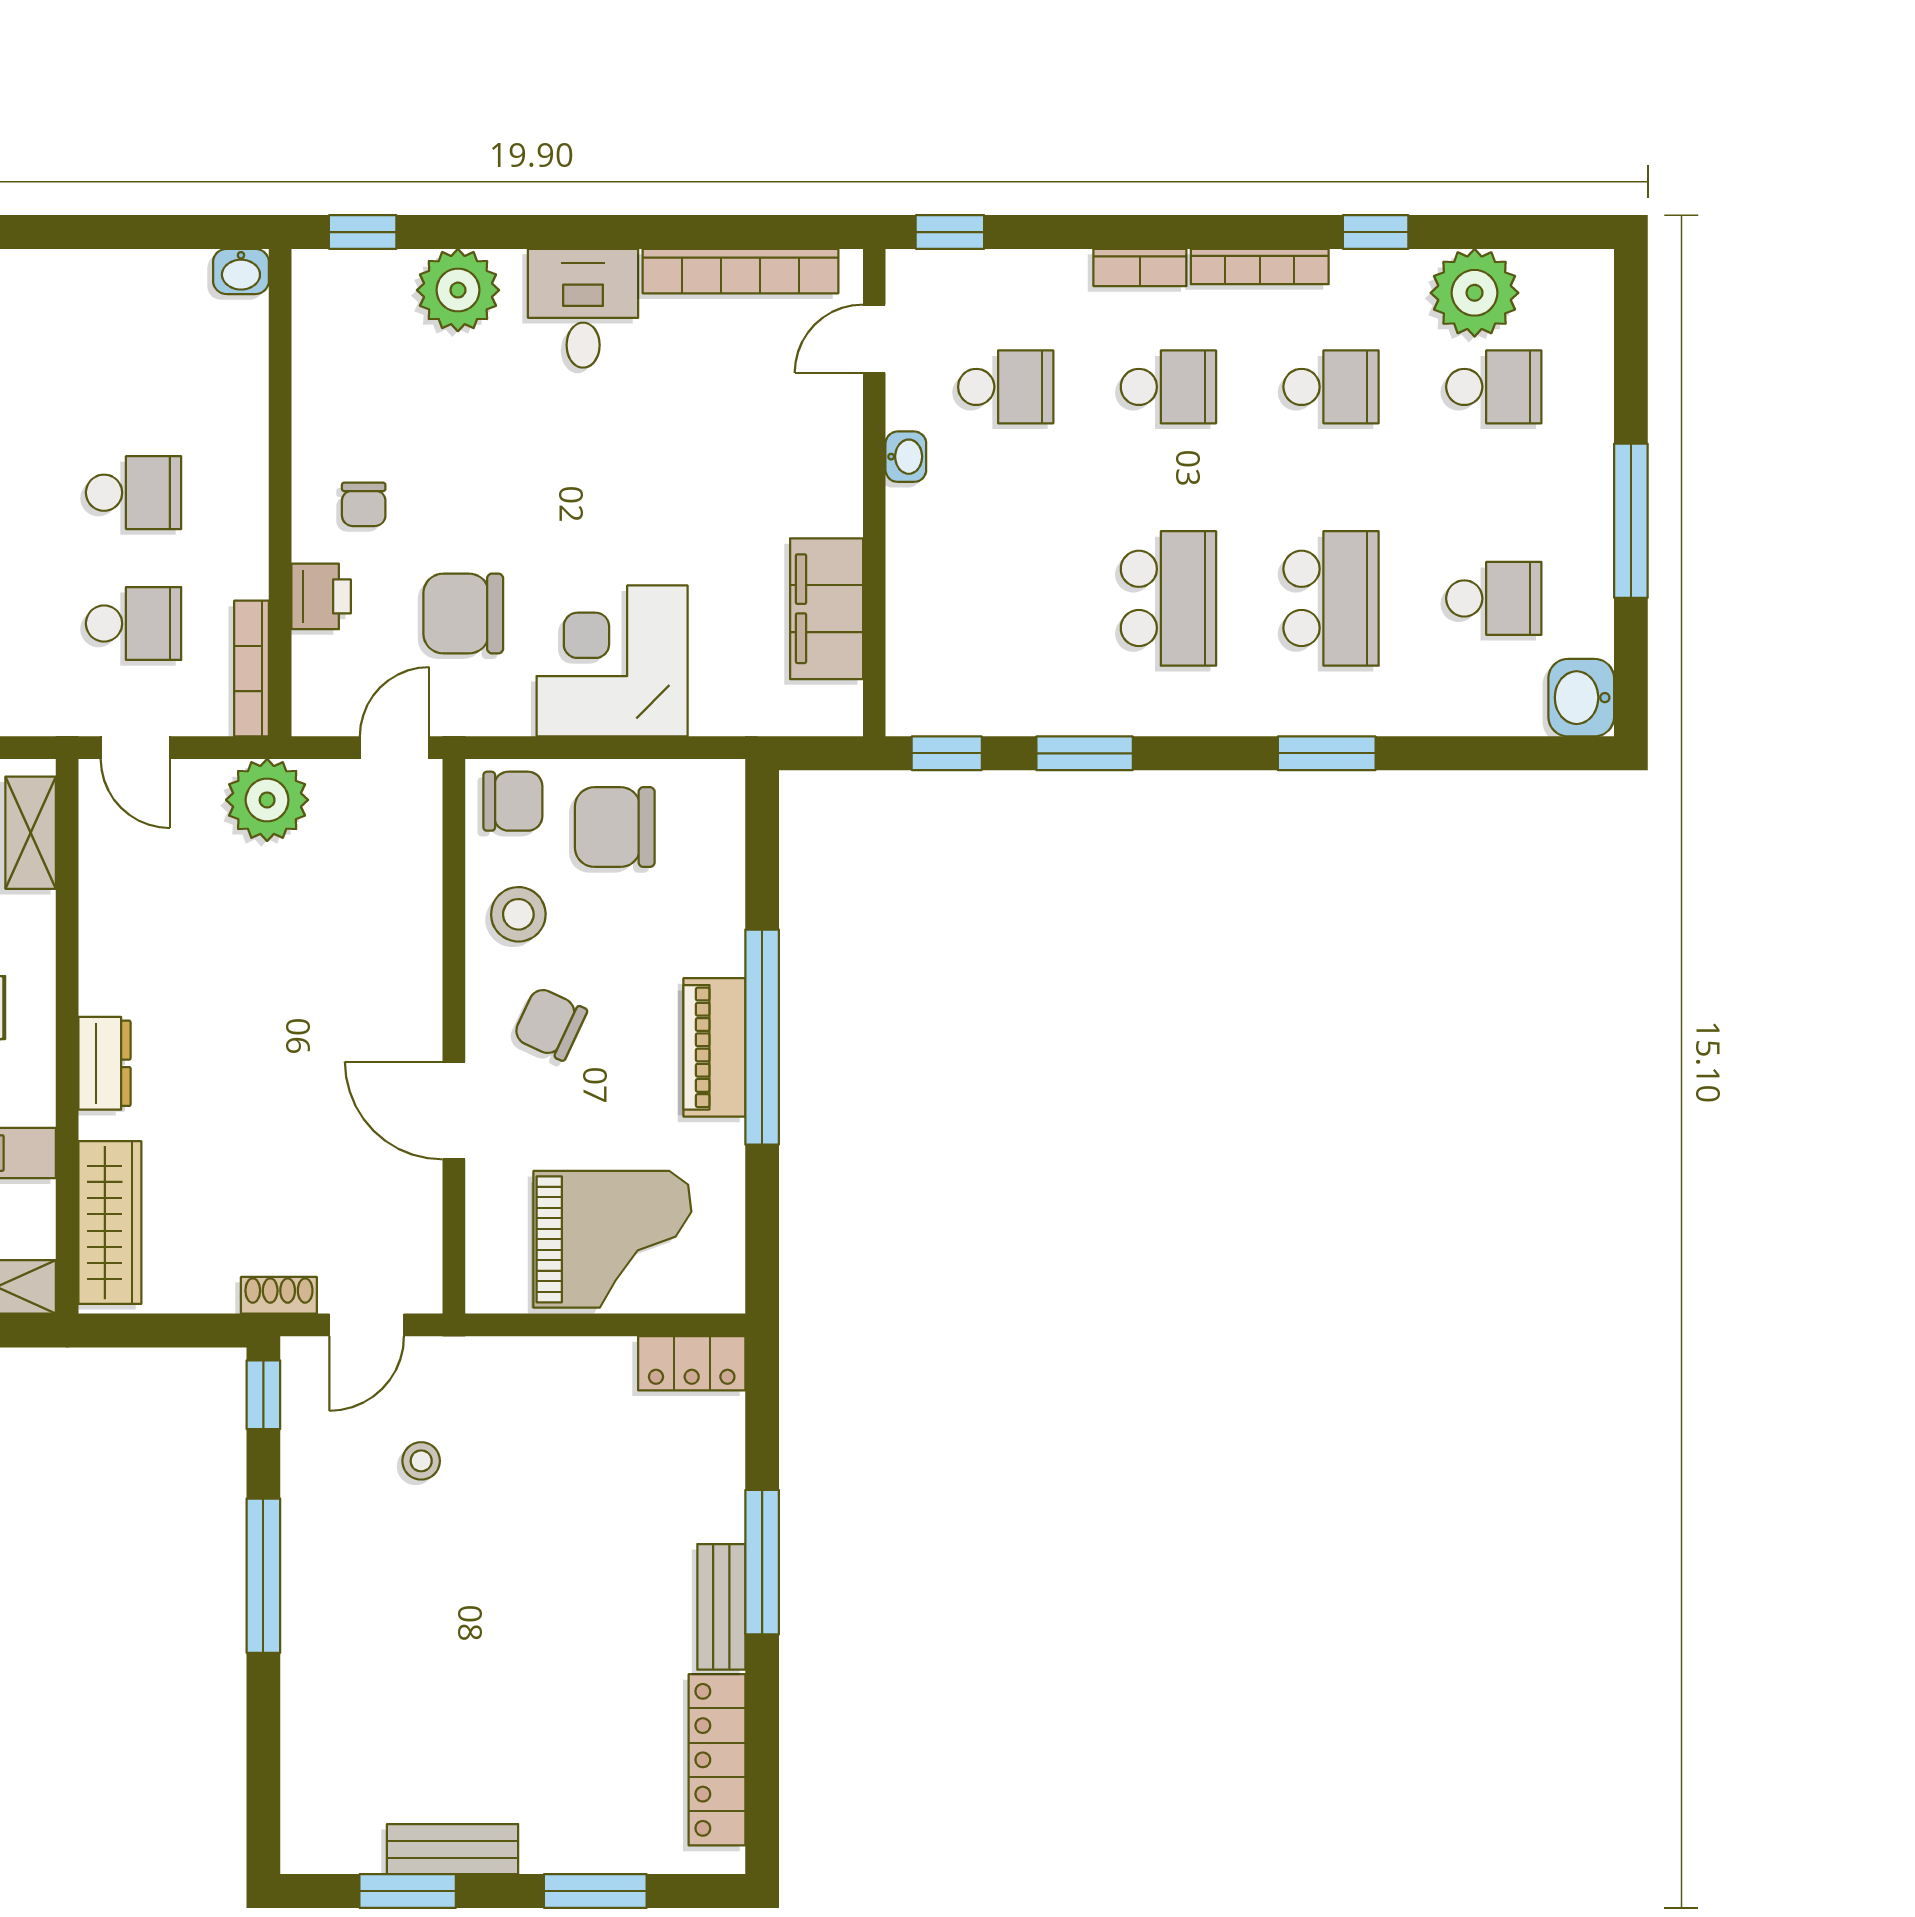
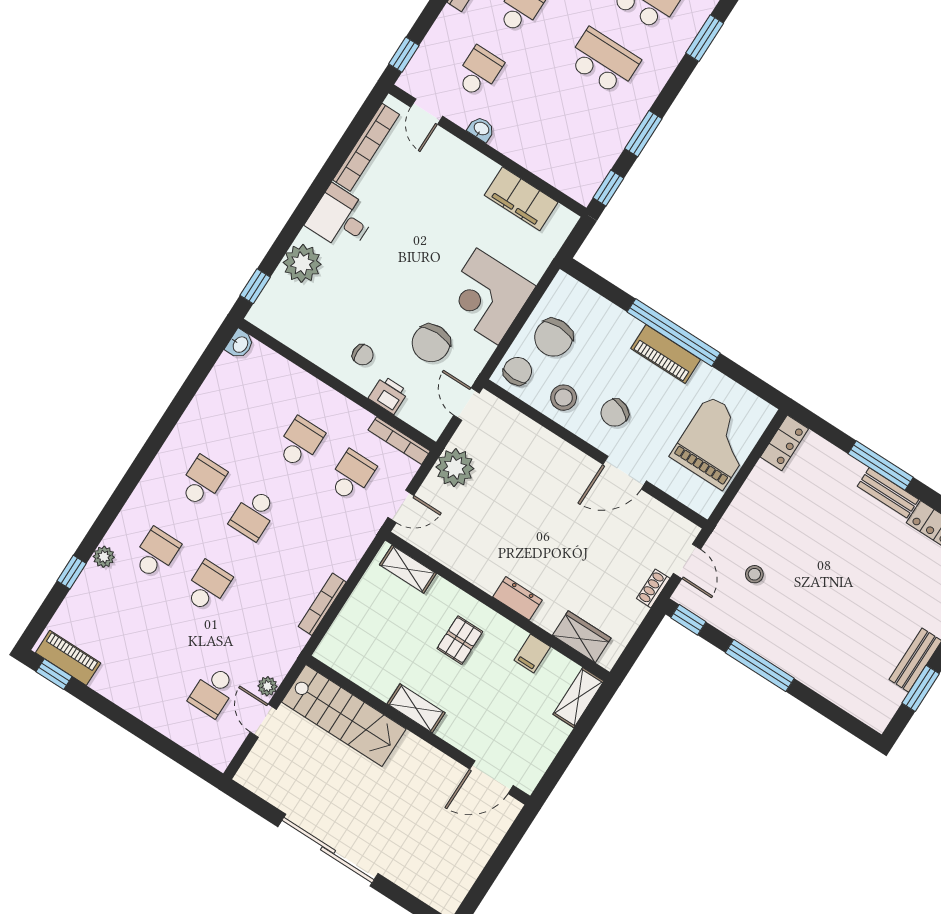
wardrobe: (110, 1223) -> (582, 637), width x0.67

